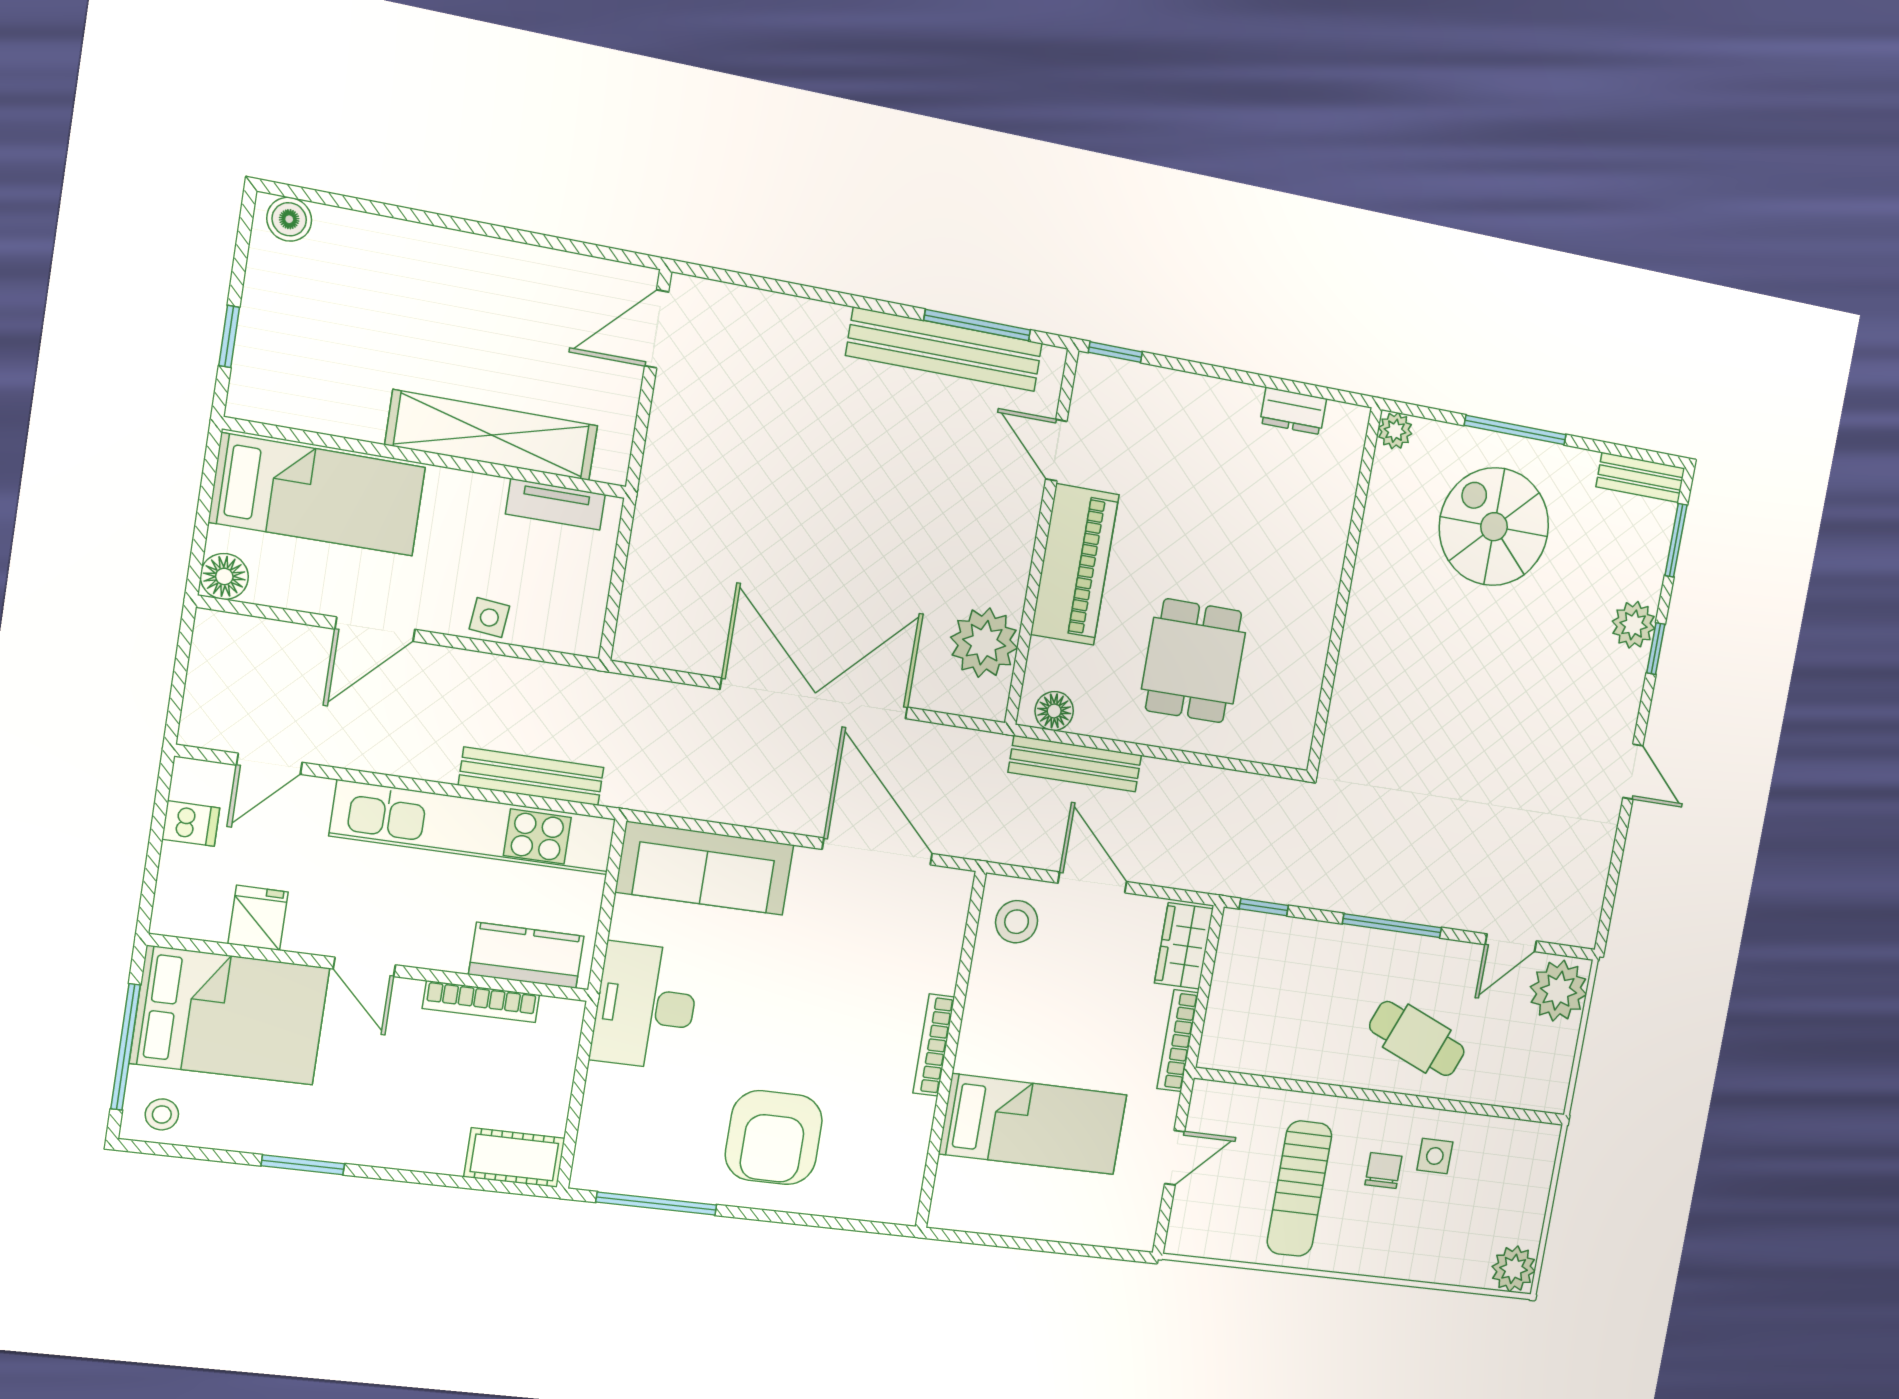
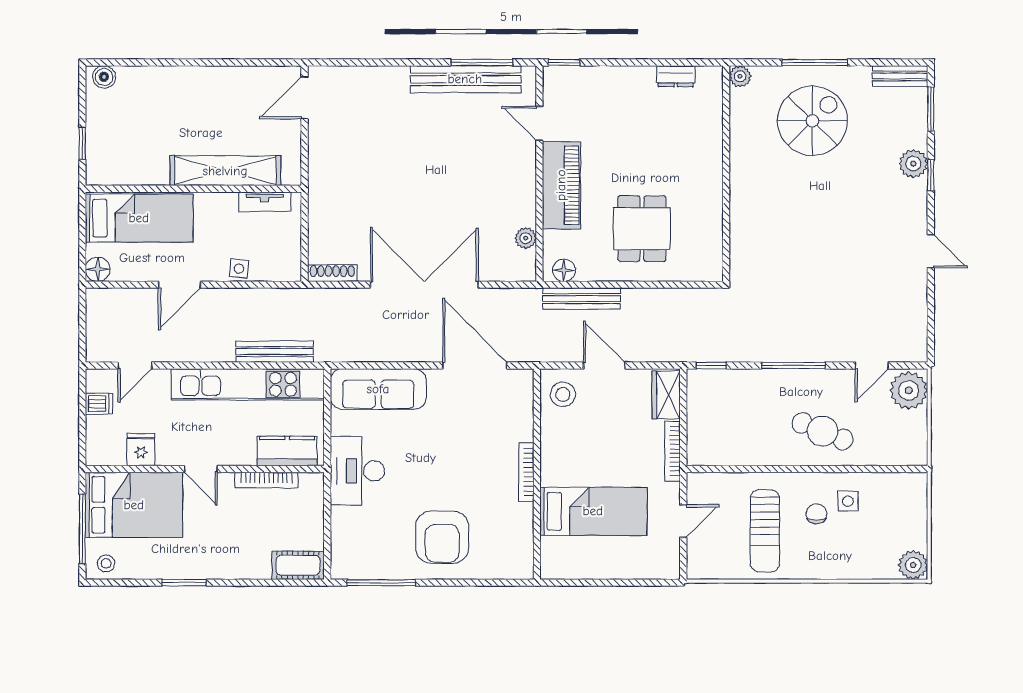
spiral stairs: (1494, 527) -> (812, 121), turned 90
plant: (984, 643) -> (526, 238), width x0.53, depth x0.53
shoe rack: (656, 653) -> (332, 273), added

